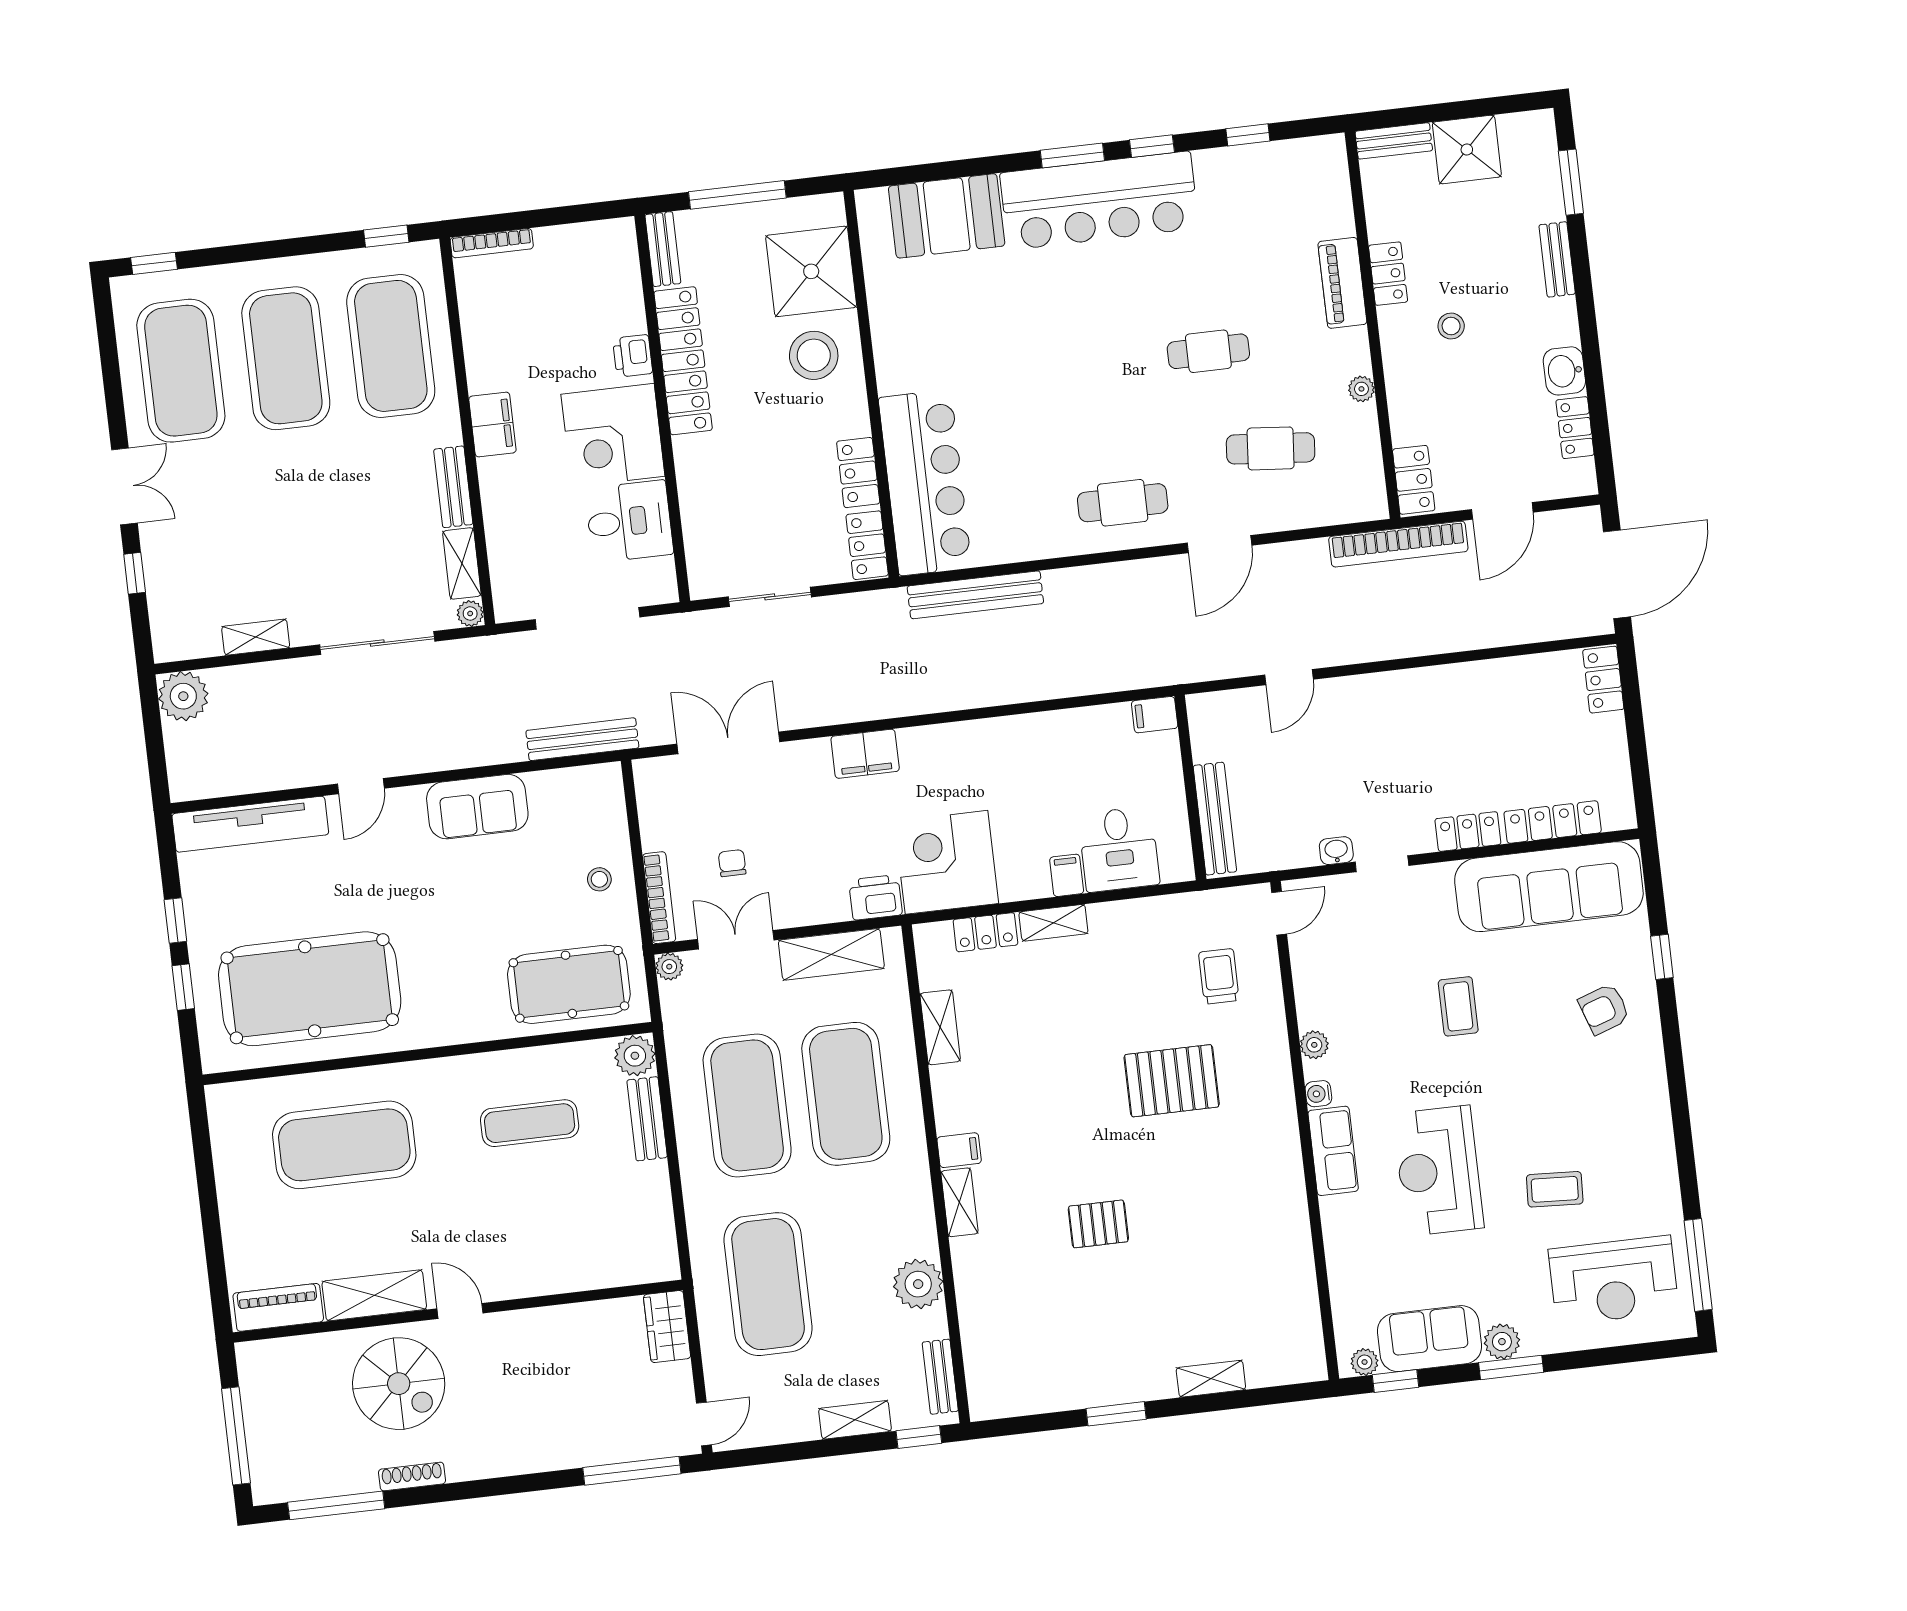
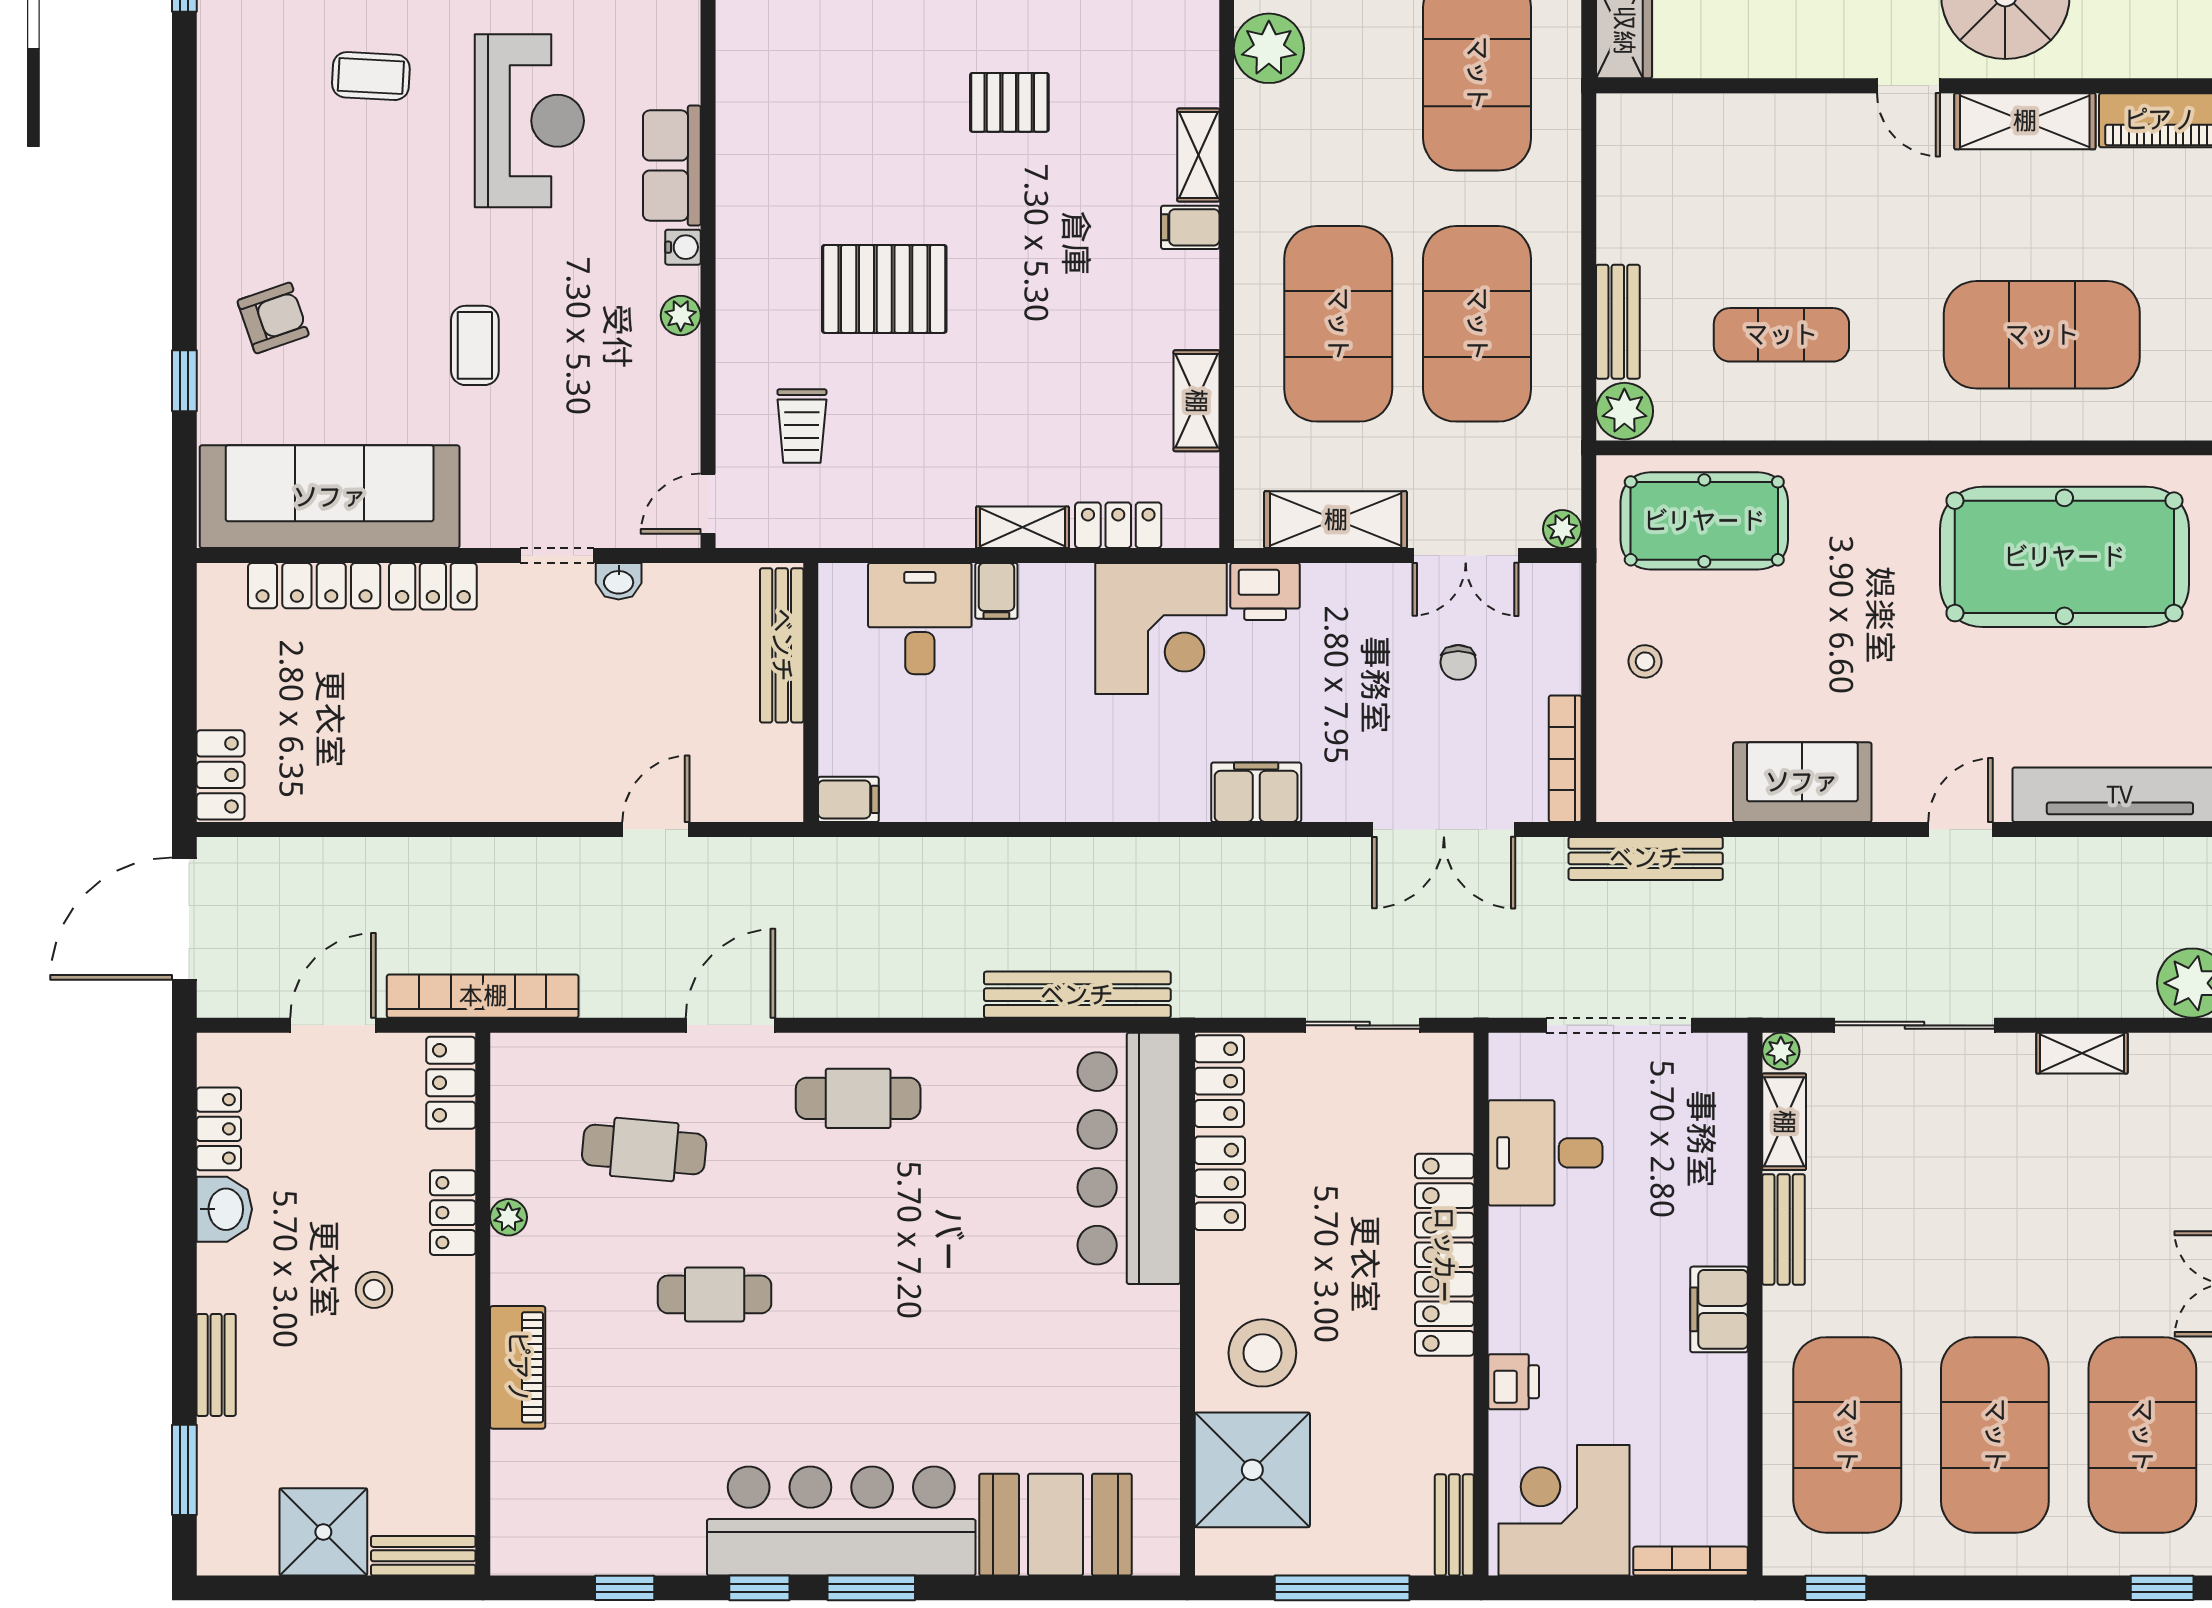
locker: (1388, 274) -> (453, 1213), moved
locker: (683, 361) -> (1444, 1255), moved
corner desk: (613, 435) -> (1564, 1510), moved, turned -90
bookcase: (659, 898) -> (1565, 759), moved

